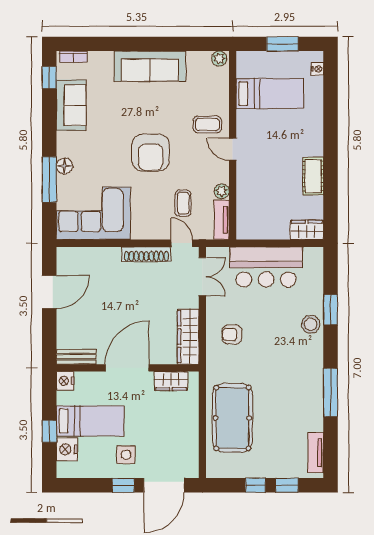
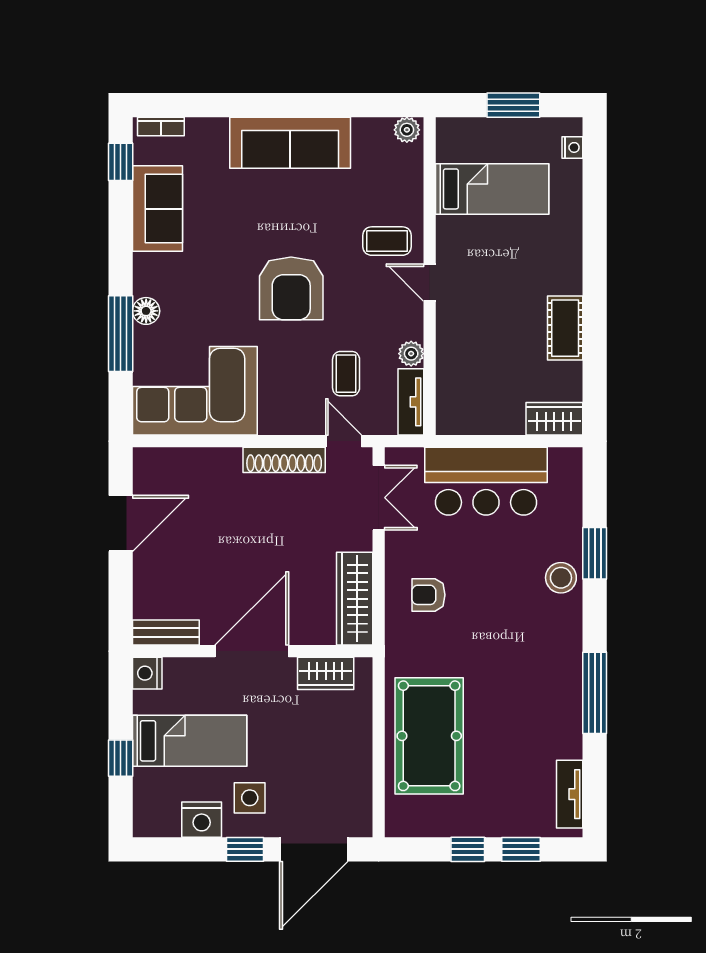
nightstand: (67, 449) -> (202, 820), moved, turned -90

